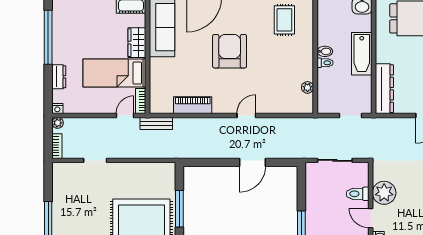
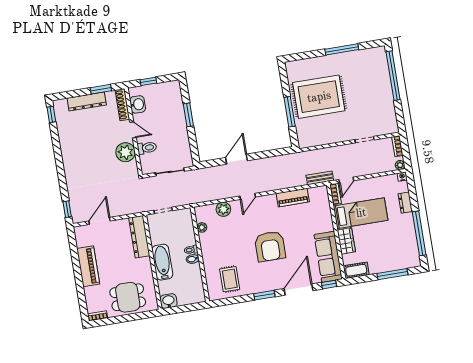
plant: (278, 105) -> (223, 209), added

